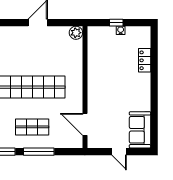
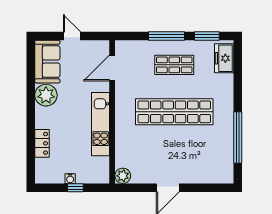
kitchen unit: (95, 77) -> (101, 124), added
plant: (141, 101) -> (46, 95), added
door: (85, 124) -> (112, 68), swing flipped

